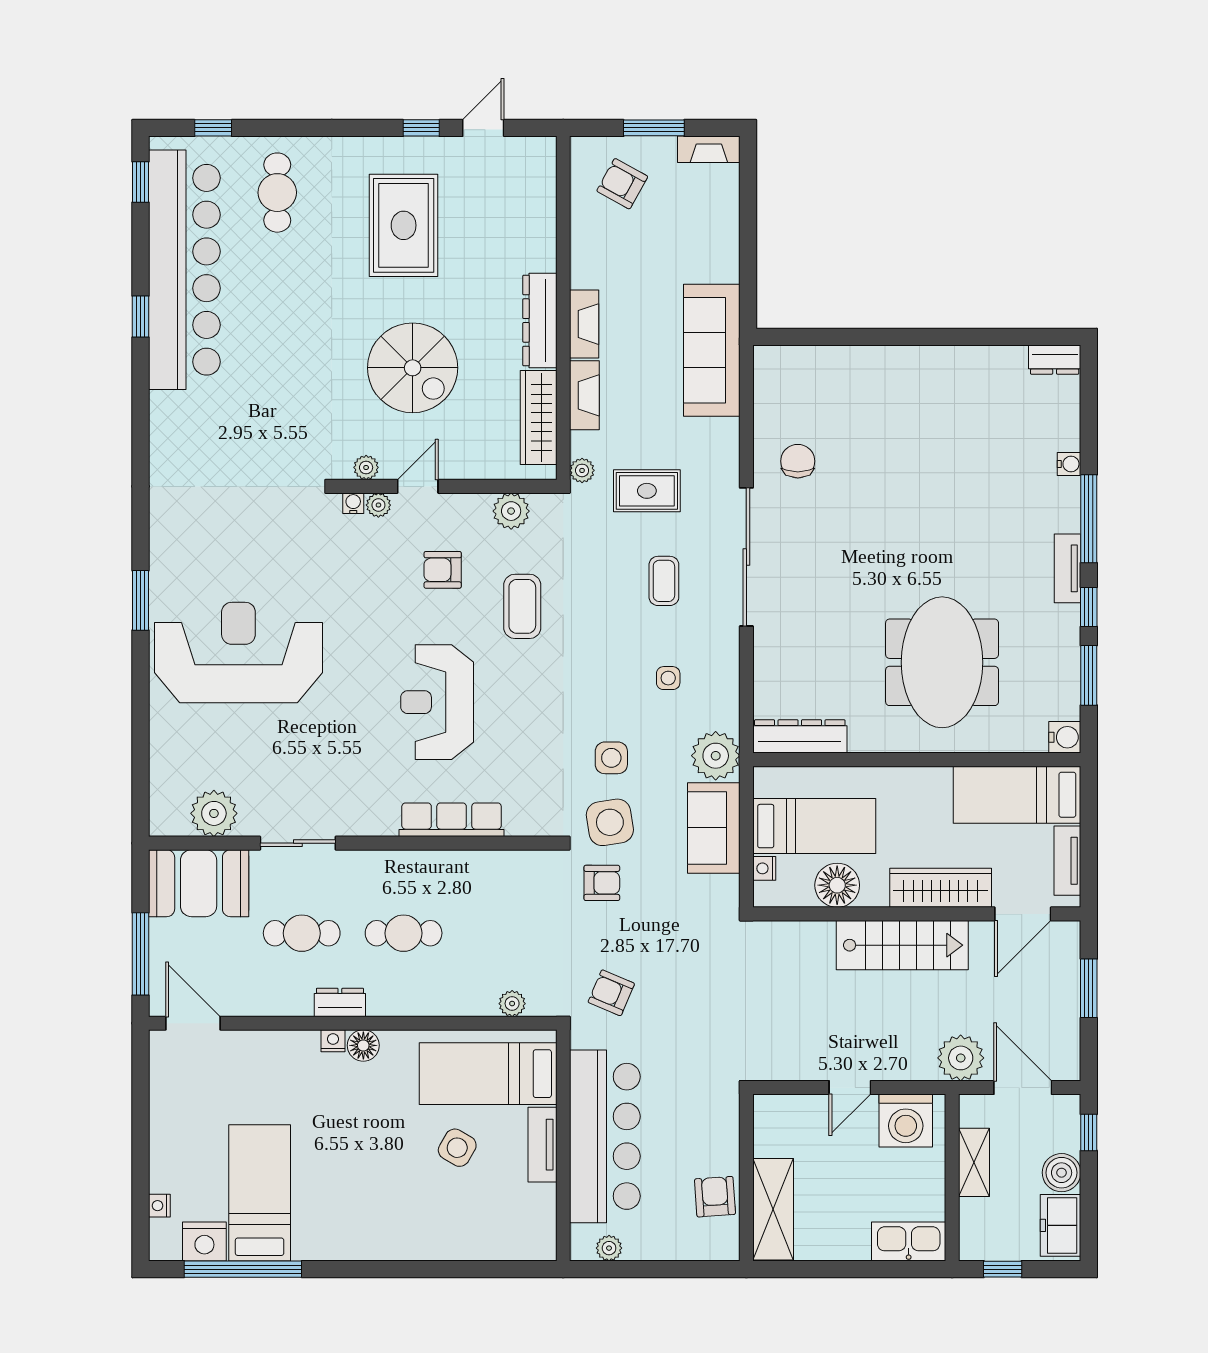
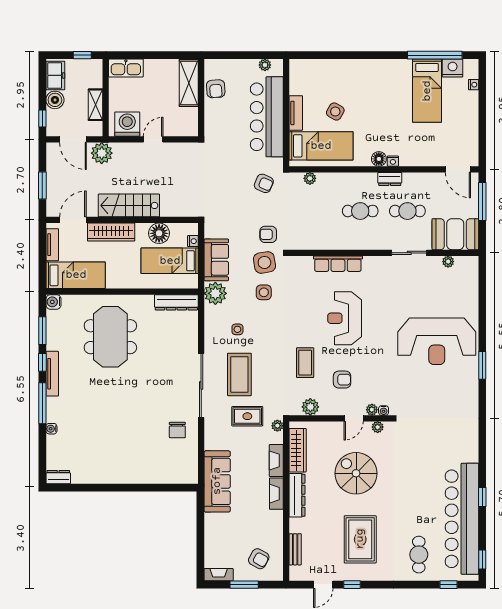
bench: (544, 204) -> (295, 549), added
tv unit: (1068, 568) -> (52, 374), width x1.41
coffee table: (664, 581) -> (239, 374), width x1.86, depth x1.72
reception desk: (437, 702) -> (345, 318), turned 180
plant: (214, 813) -> (448, 262), width x0.53, depth x0.53

